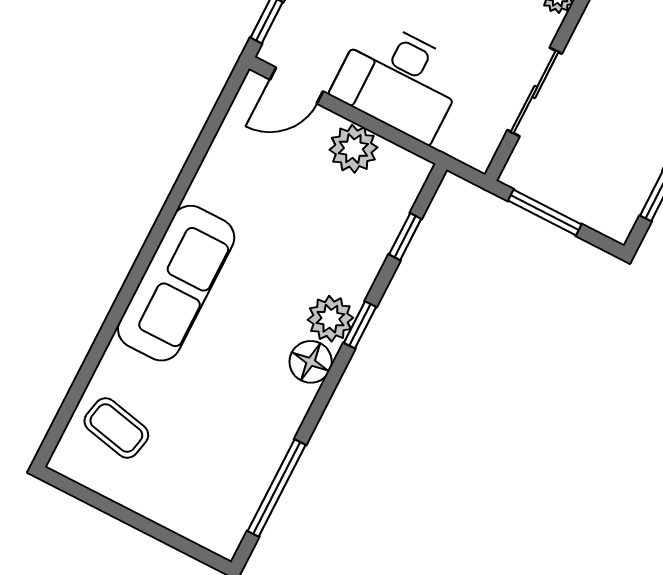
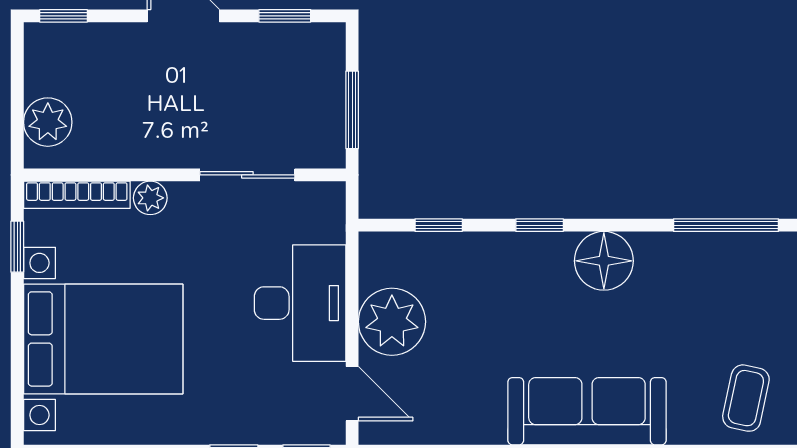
plant: (353, 149) -> (392, 322), width x1.36, depth x1.36
plant: (330, 319) -> (548, 255), removed
floor lamp: (311, 362) -> (604, 261), width x1.38, depth x1.38

